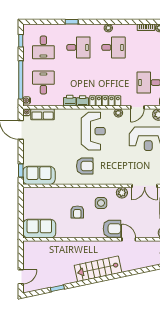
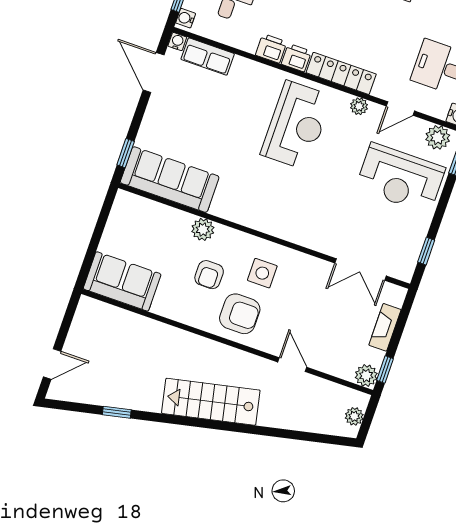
armchair: (85, 166) -> (256, 189), removed
sofa: (39, 175) -> (170, 180), width x1.36
plant: (122, 193) -> (203, 229), moved
armchair: (112, 229) -> (240, 314), moved

